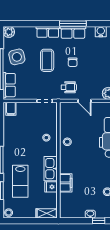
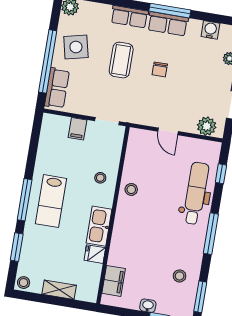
wheelchair: (69, 87) -> (147, 107), removed
filing cabinet: (11, 109) -> (78, 129), moved
lab bench: (20, 181) -> (51, 201), moved
filing cabinet: (66, 183) -> (114, 281), moved
shelving: (47, 213) -> (59, 290), moved

